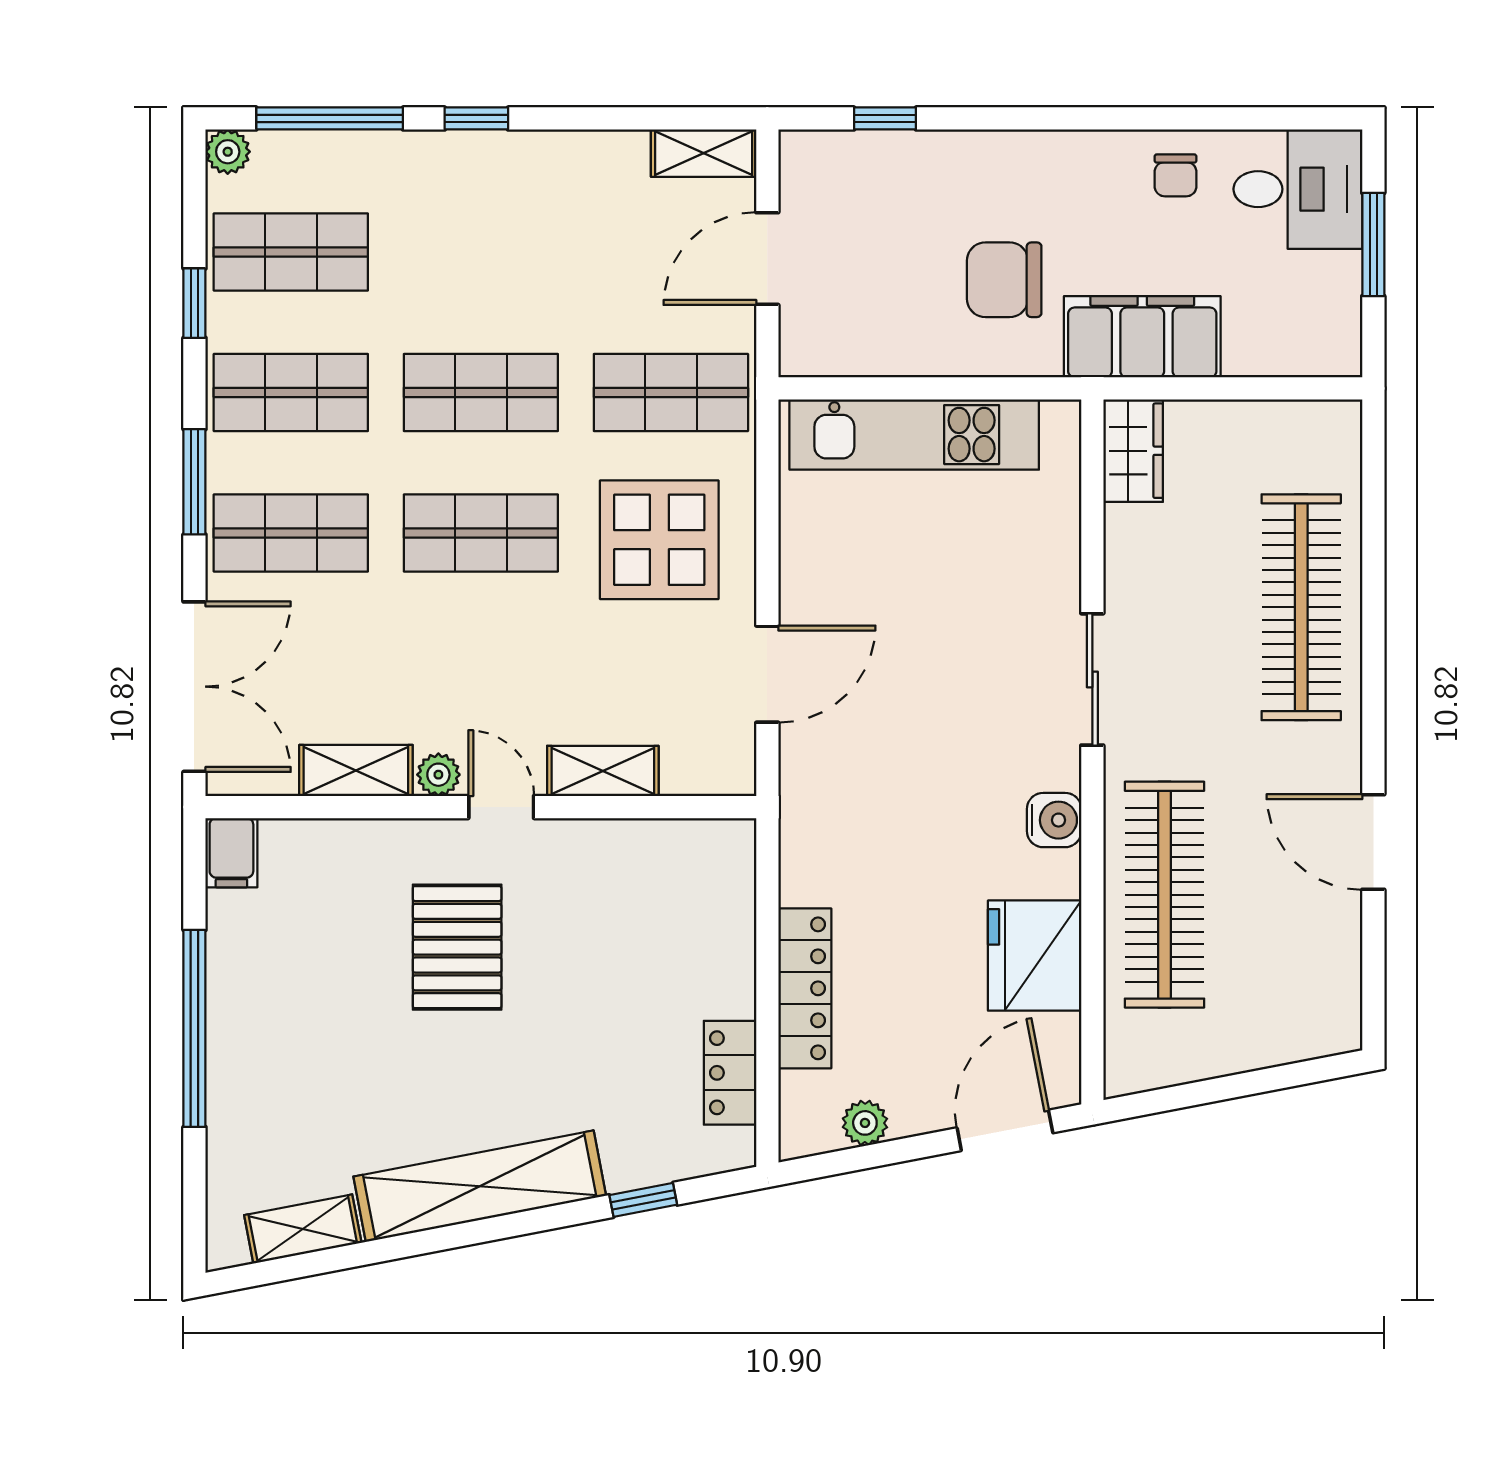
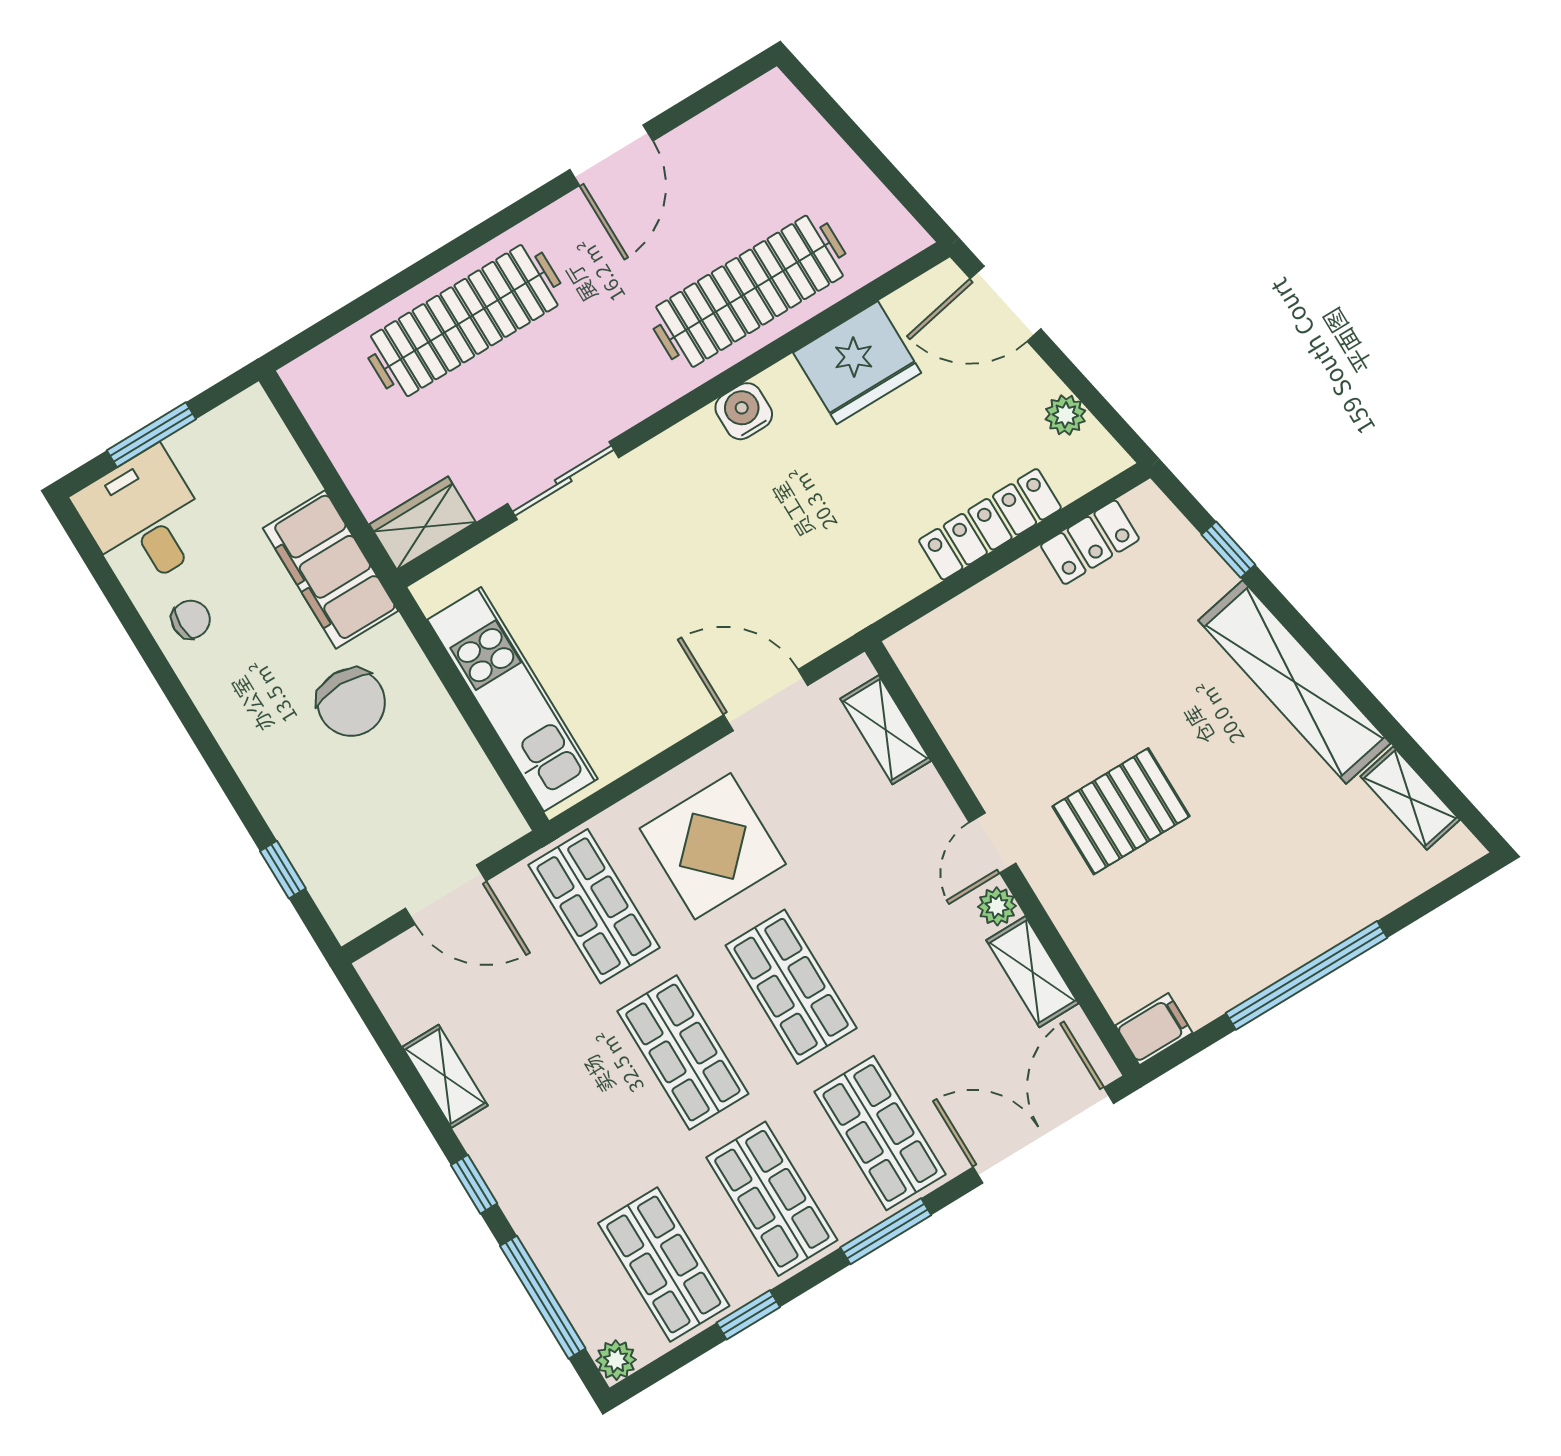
shelving: (704, 153) -> (445, 1076), moved
sliding door: (1092, 679) -> (563, 481), moved
shelving: (603, 771) -> (886, 730), moved

